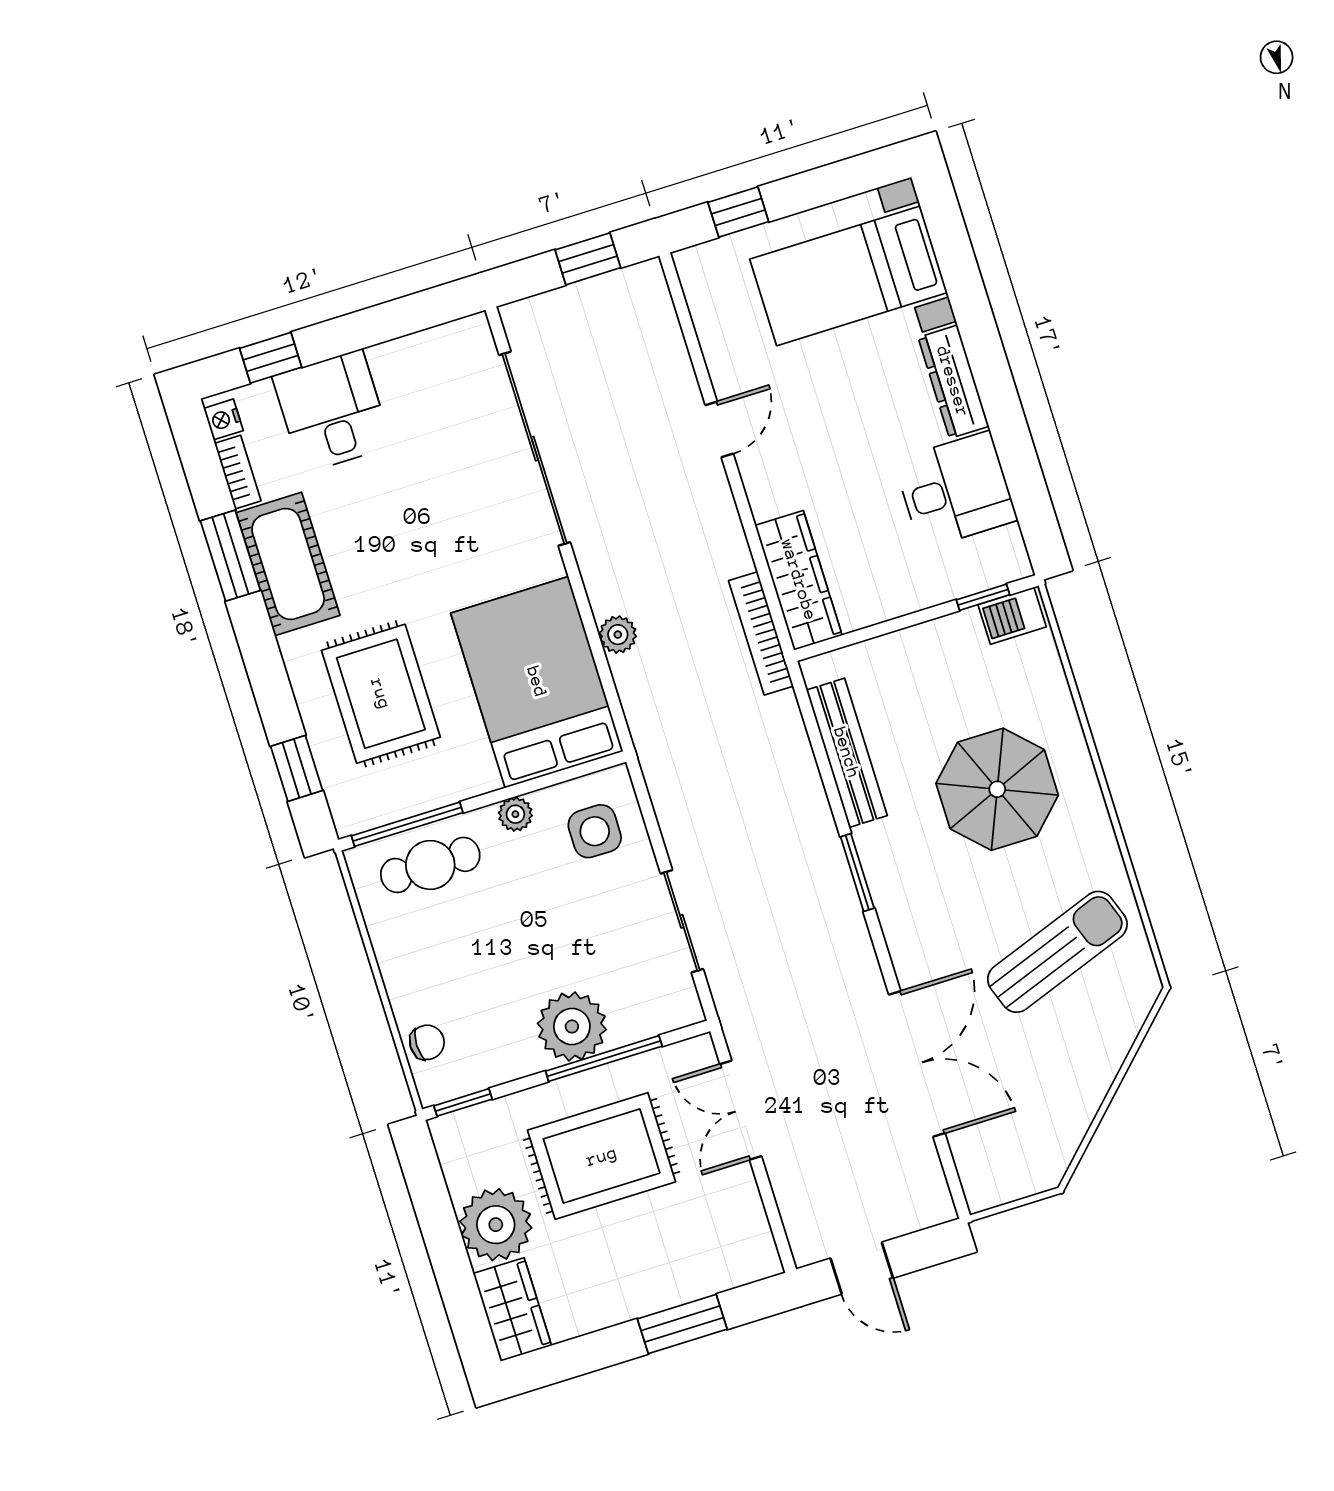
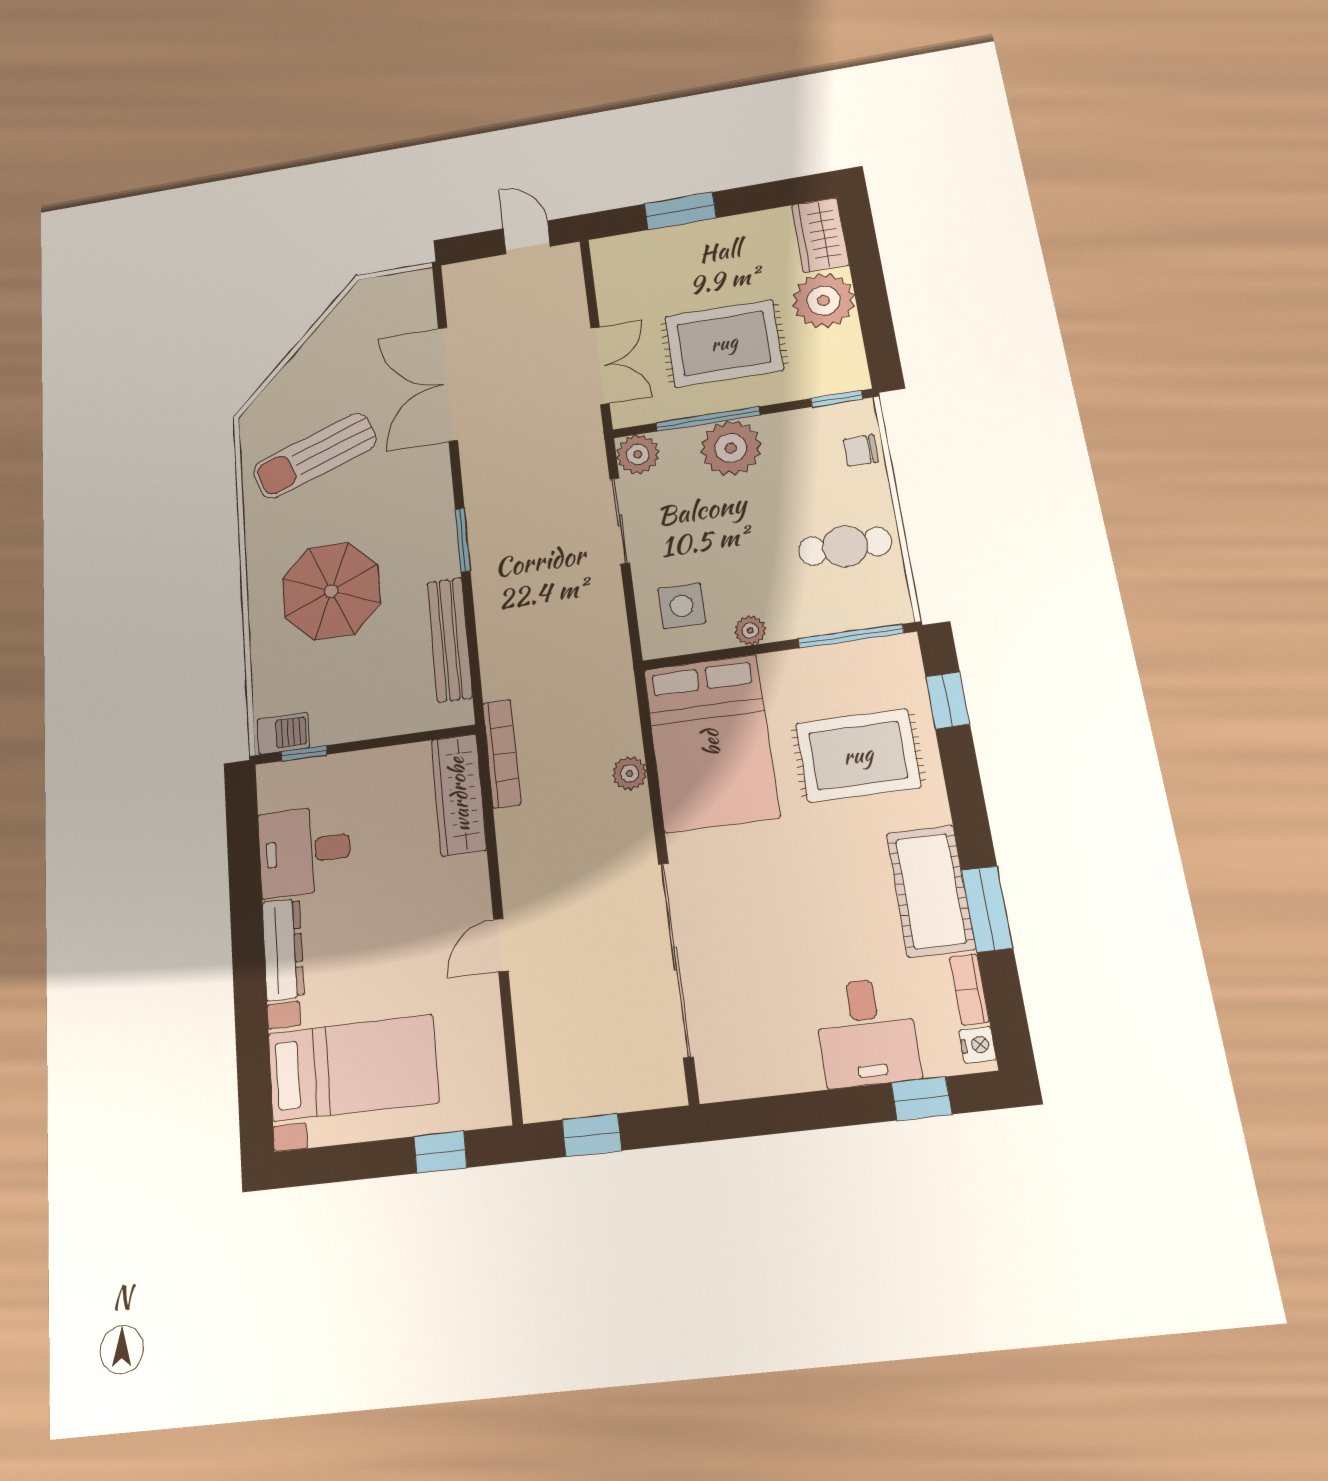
rug: (381, 694) -> (858, 755), turned 90
cafe table: (430, 865) -> (845, 546), moved
plant: (676, 1004) -> (638, 454), added

